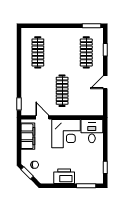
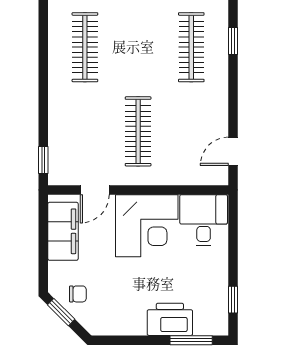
door: (105, 82) -> (233, 151), moved
door: (42, 117) -> (95, 190), swing flipped
printer: (64, 176) -> (170, 319), moved

